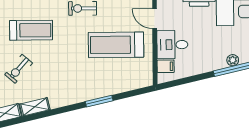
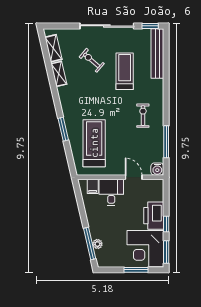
door: (155, 19) -> (134, 177), hinge flipped
treadmill: (31, 30) -> (125, 71), turned 180
treadmill: (116, 45) -> (94, 143), moved

